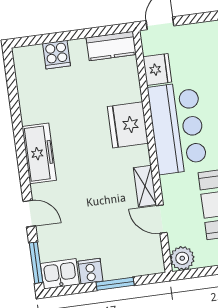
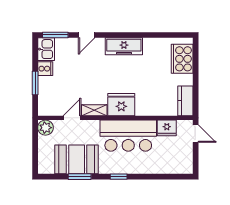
cooker: (57, 55) -> (182, 59), width x1.87, depth x1.31
fridge: (128, 125) -> (121, 105), moved

